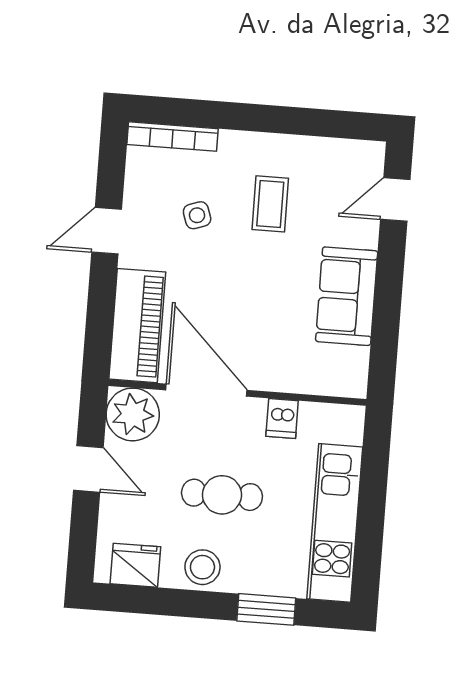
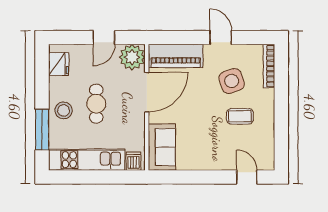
side table: (197, 215) -> (232, 81), width x1.87, depth x1.87
sofa: (347, 296) -> (162, 147), moved, turned 90
dishwasher: (282, 418) -> (133, 161), moved, turned 90
stool: (202, 567) -> (64, 110), moved
window: (266, 609) -> (42, 130), width x1.44

